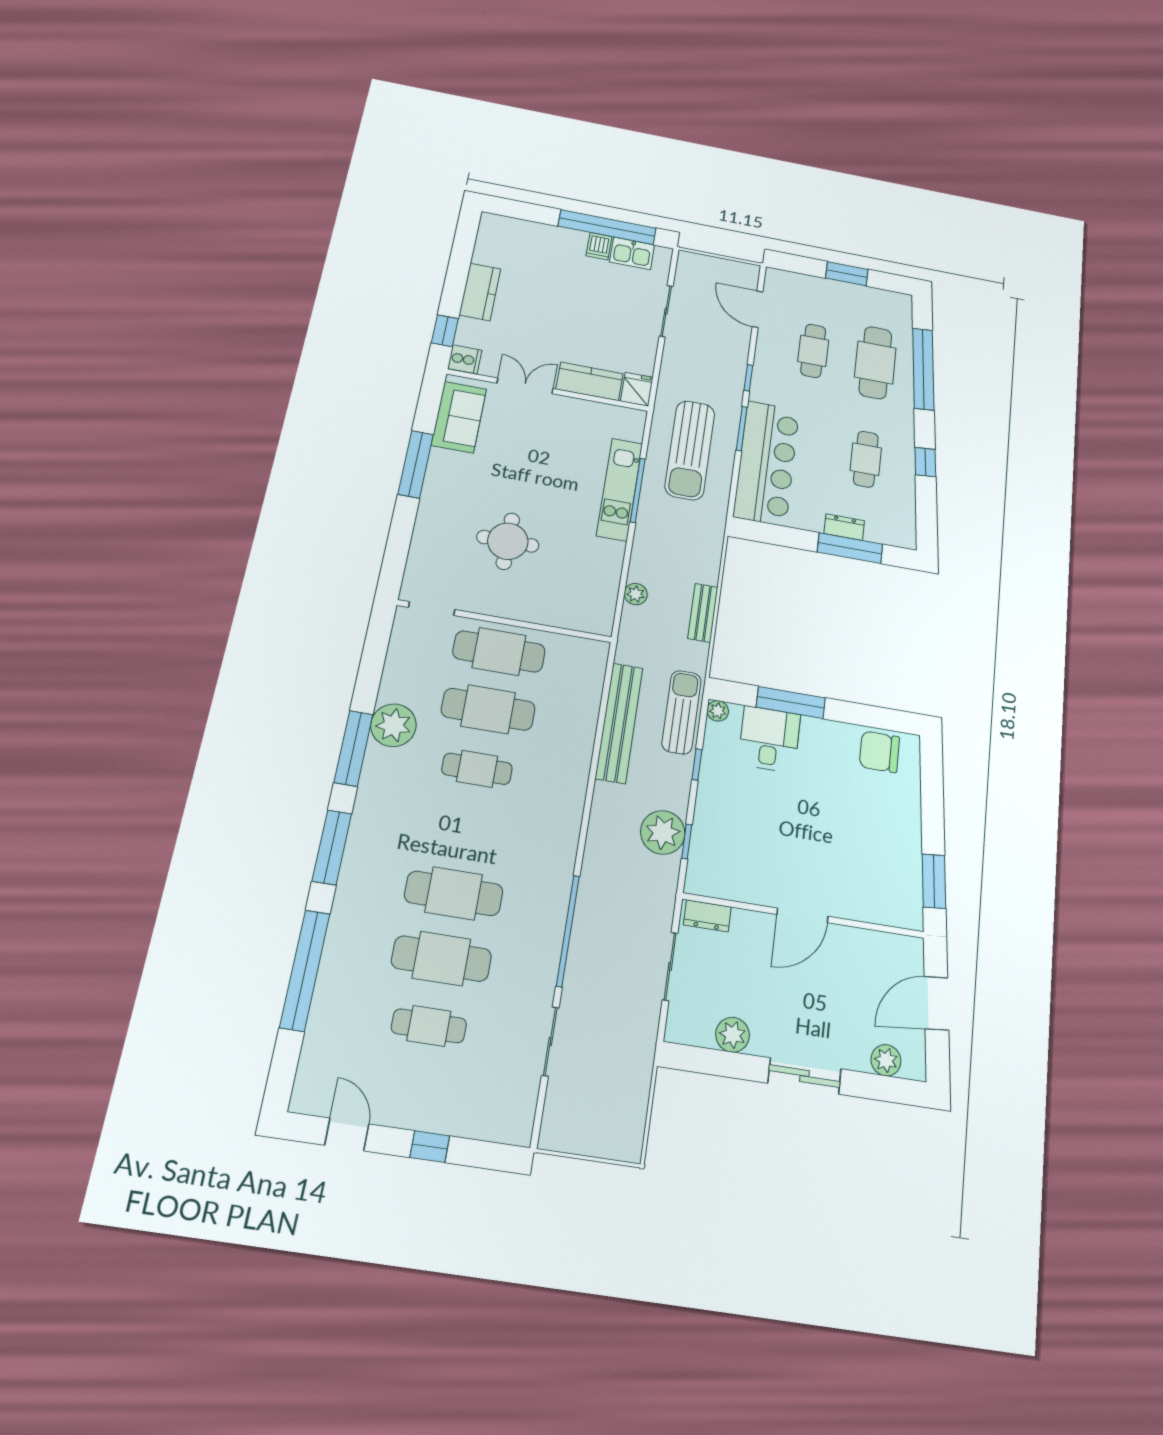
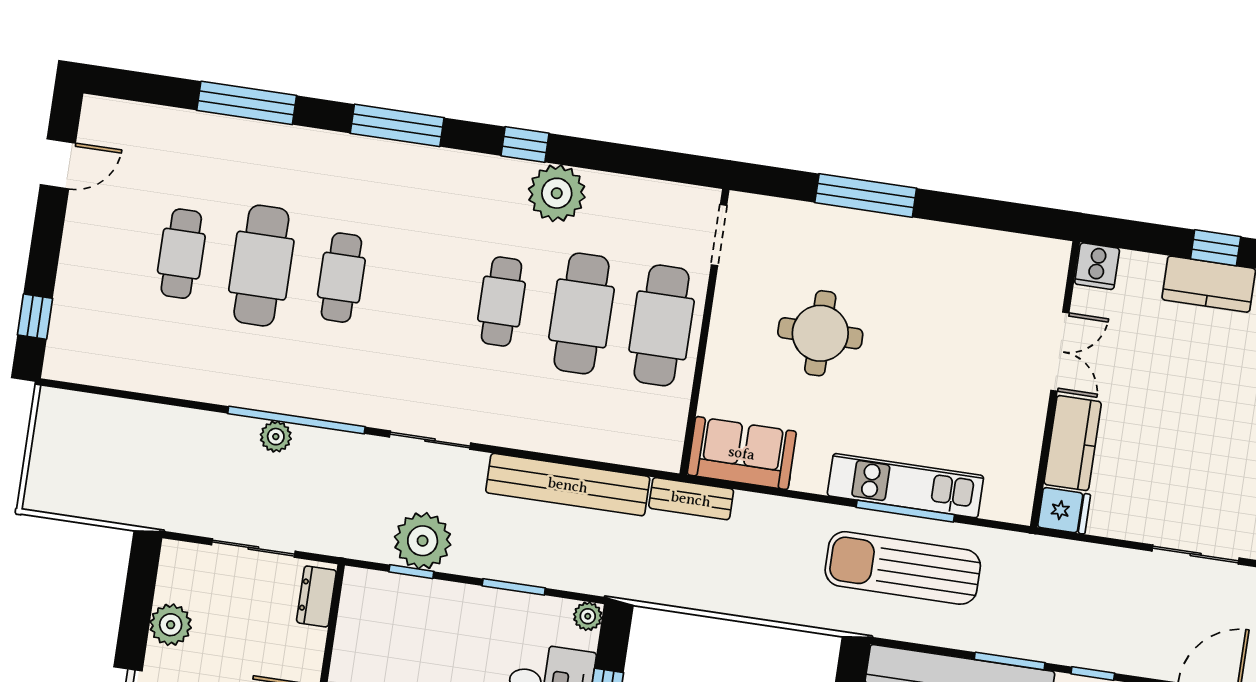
window: (445, 331) -> (1216, 248), moved
sofa: (459, 417) -> (742, 453), moved, turned 180
sun lounger: (690, 450) -> (903, 568), moved
window: (416, 464) -> (866, 195), moved
plant: (636, 594) -> (276, 437), moved
bench: (703, 613) -> (691, 499), moved
sun lounger: (681, 712) -> (585, 568), removed
window: (353, 748) -> (525, 145), width x0.46
window: (697, 764) -> (514, 587), width x1.50
cafe table: (454, 893) -> (341, 278), width x0.73, depth x0.74
window: (305, 970) -> (247, 103), width x0.68
sliding door: (550, 1041) -> (430, 440), moved
window: (430, 1147) -> (35, 317), moved

